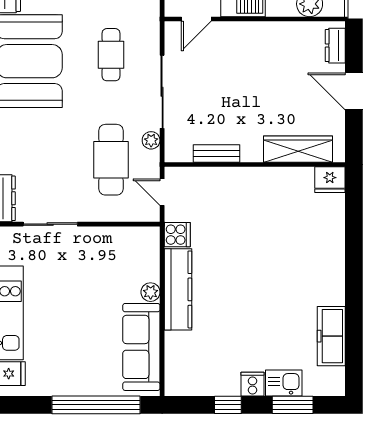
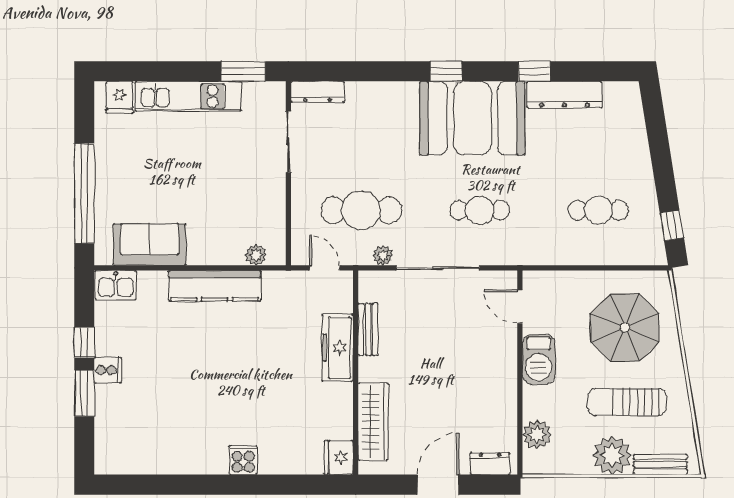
door: (162, 192) -> (325, 268), hinge flipped
cooker: (177, 235) -> (243, 460), moved, turned 180
plant: (151, 292) -> (256, 255), moved
freezer: (331, 336) -> (338, 348), moved, turned -90
sofa: (141, 347) -> (150, 245), width x0.73
kitchen sink: (284, 383) -> (116, 285), moved, turned 90
window: (293, 405) -> (84, 393), moved

